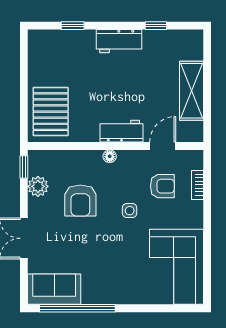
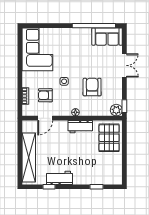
workbench: (119, 41) -> (60, 178), moved
shelving: (192, 91) -> (29, 158), width x1.47
workbench: (121, 131) -> (80, 127), moved
plant: (38, 186) -> (116, 110), moved

